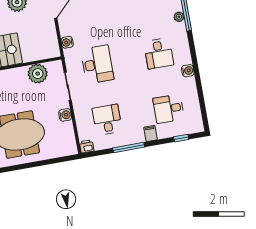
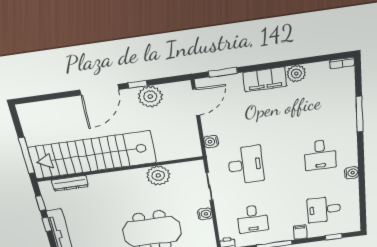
plant: (179, 17) -> (350, 117), removed
plant: (38, 74) -> (158, 175), moved
desk: (107, 120) -> (253, 219), turned 180

